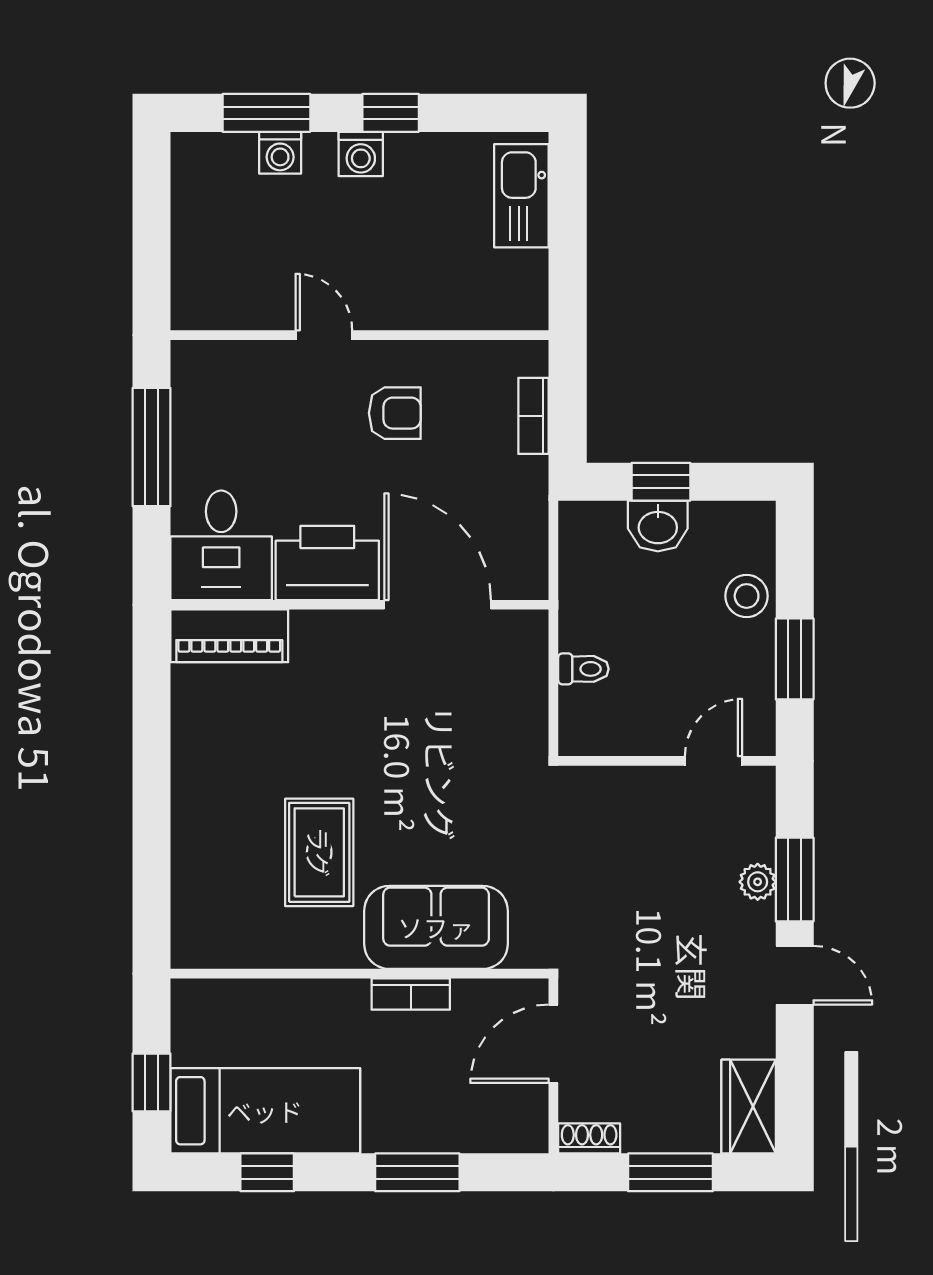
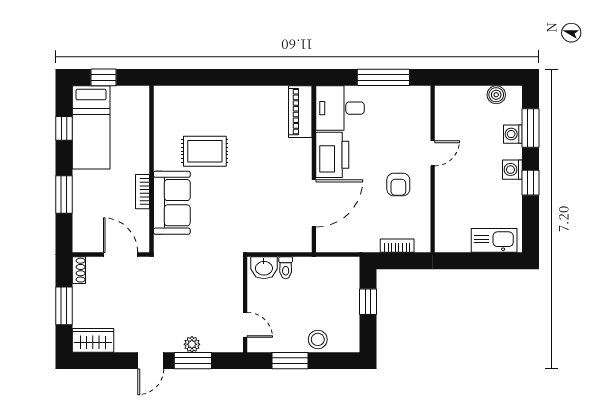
boiler: (191, 191) -> (496, 95), added
washbasin: (658, 526) -> (264, 268), moved, turned -90

